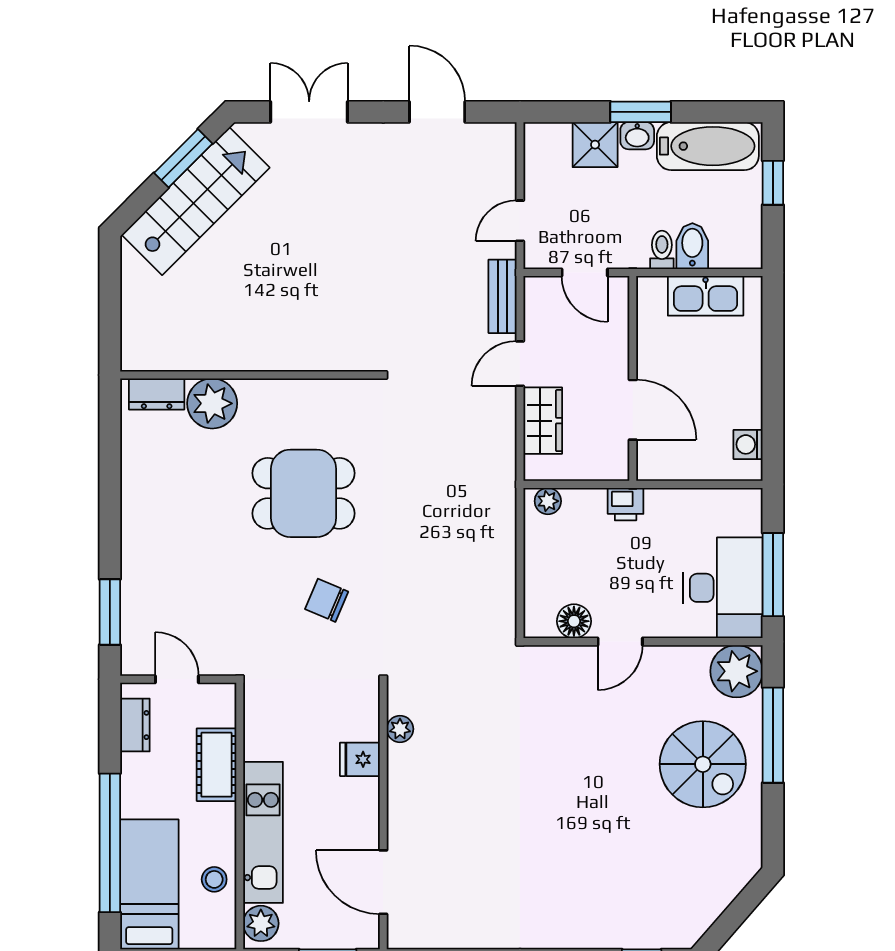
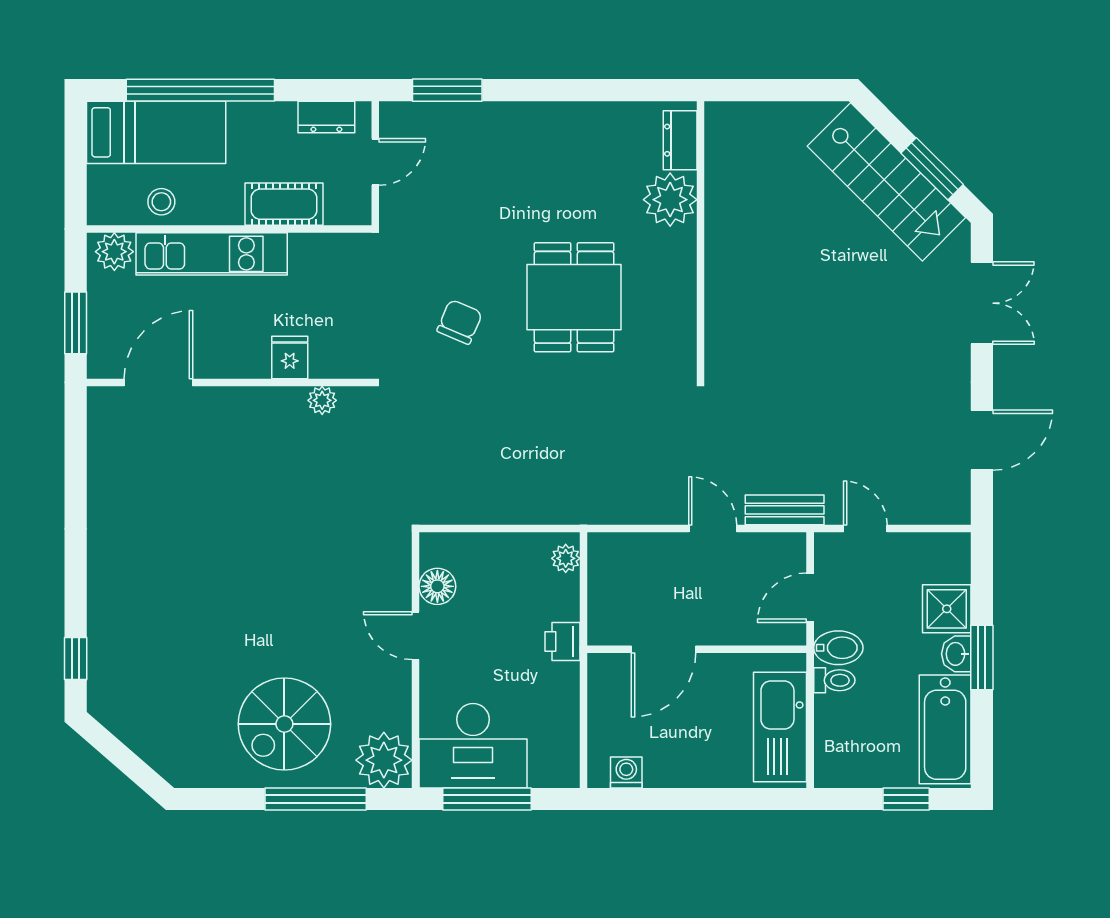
bidet: (692, 246) -> (838, 648), moved
kitchen sink: (706, 296) -> (780, 727), width x1.36, depth x1.24
wardrobe: (543, 421) -> (652, 553), removed

